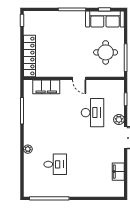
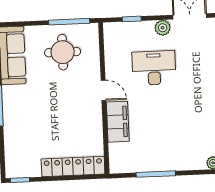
door: (79, 78) -> (104, 90), hinge flipped
filing cabinet: (46, 87) -> (118, 122), moved

